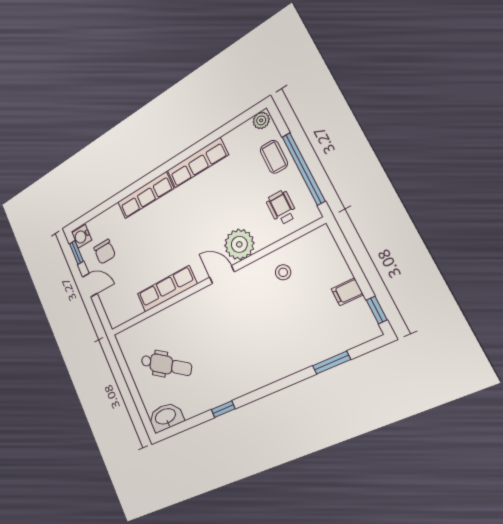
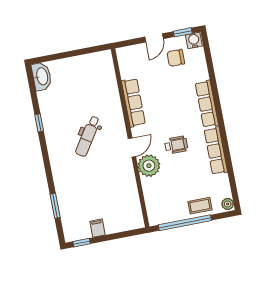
wheelchair: (282, 207) -> (176, 145), moved
stool: (283, 272) -> (121, 191), removed
dental chair: (166, 365) -> (88, 136), moved

